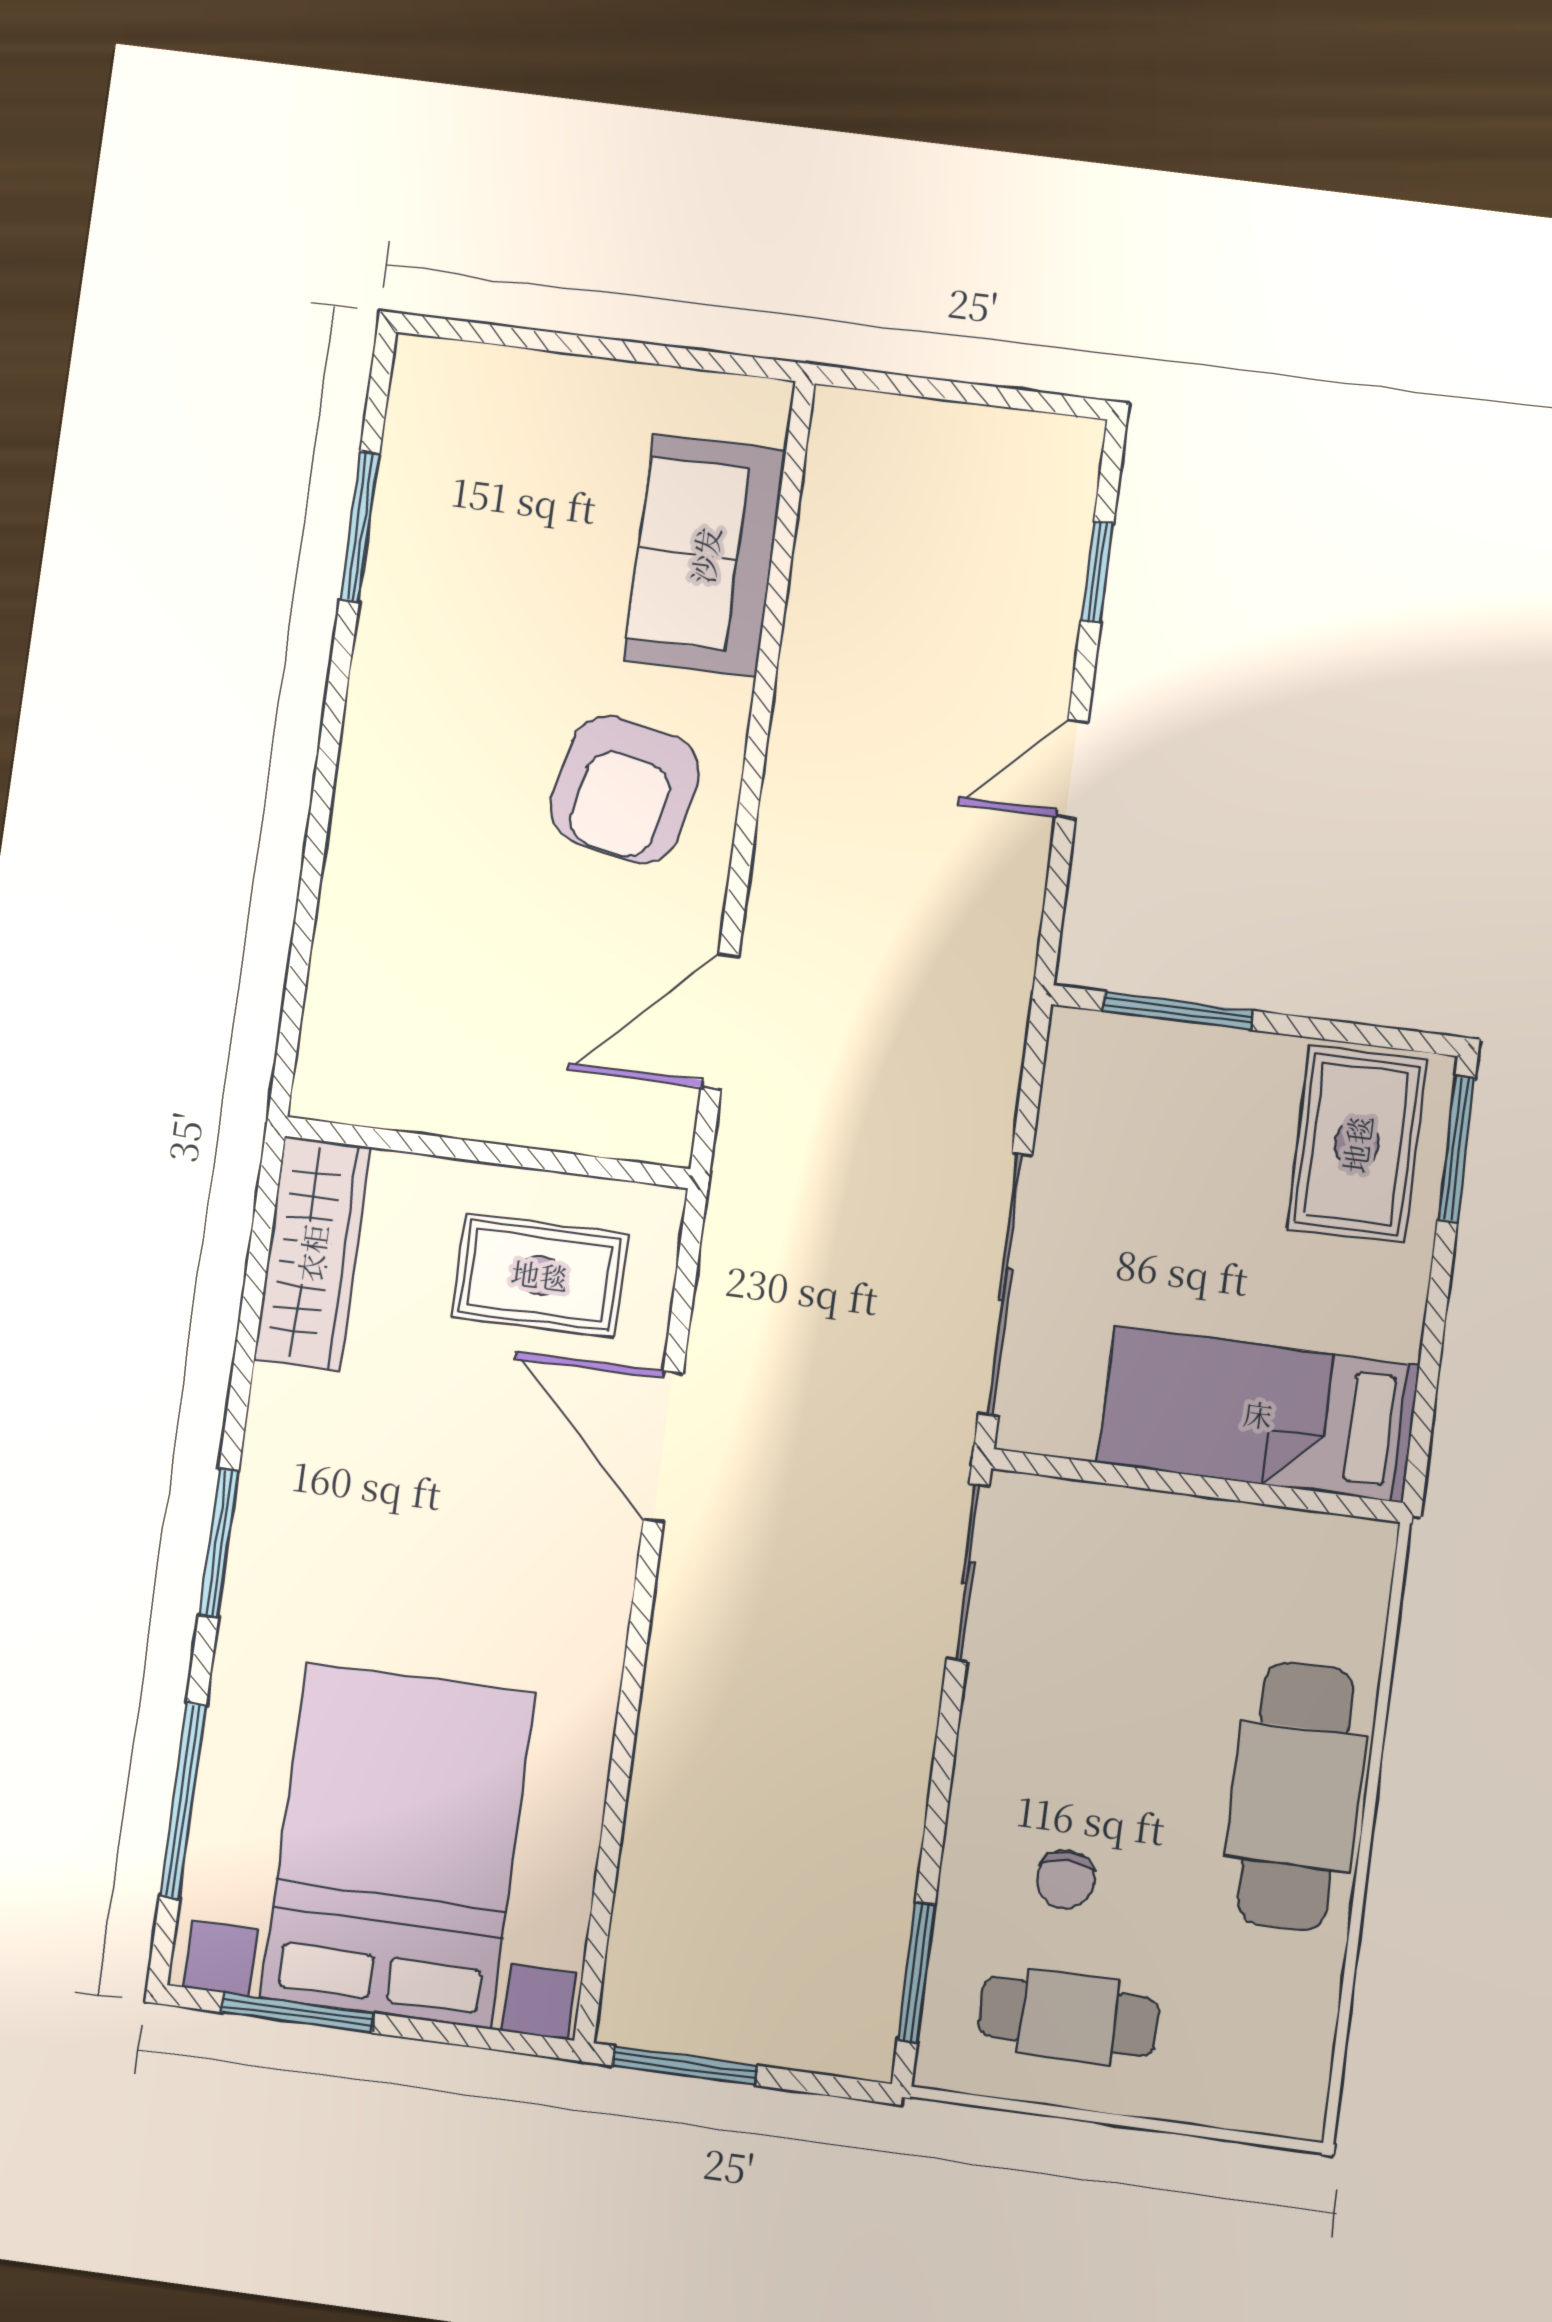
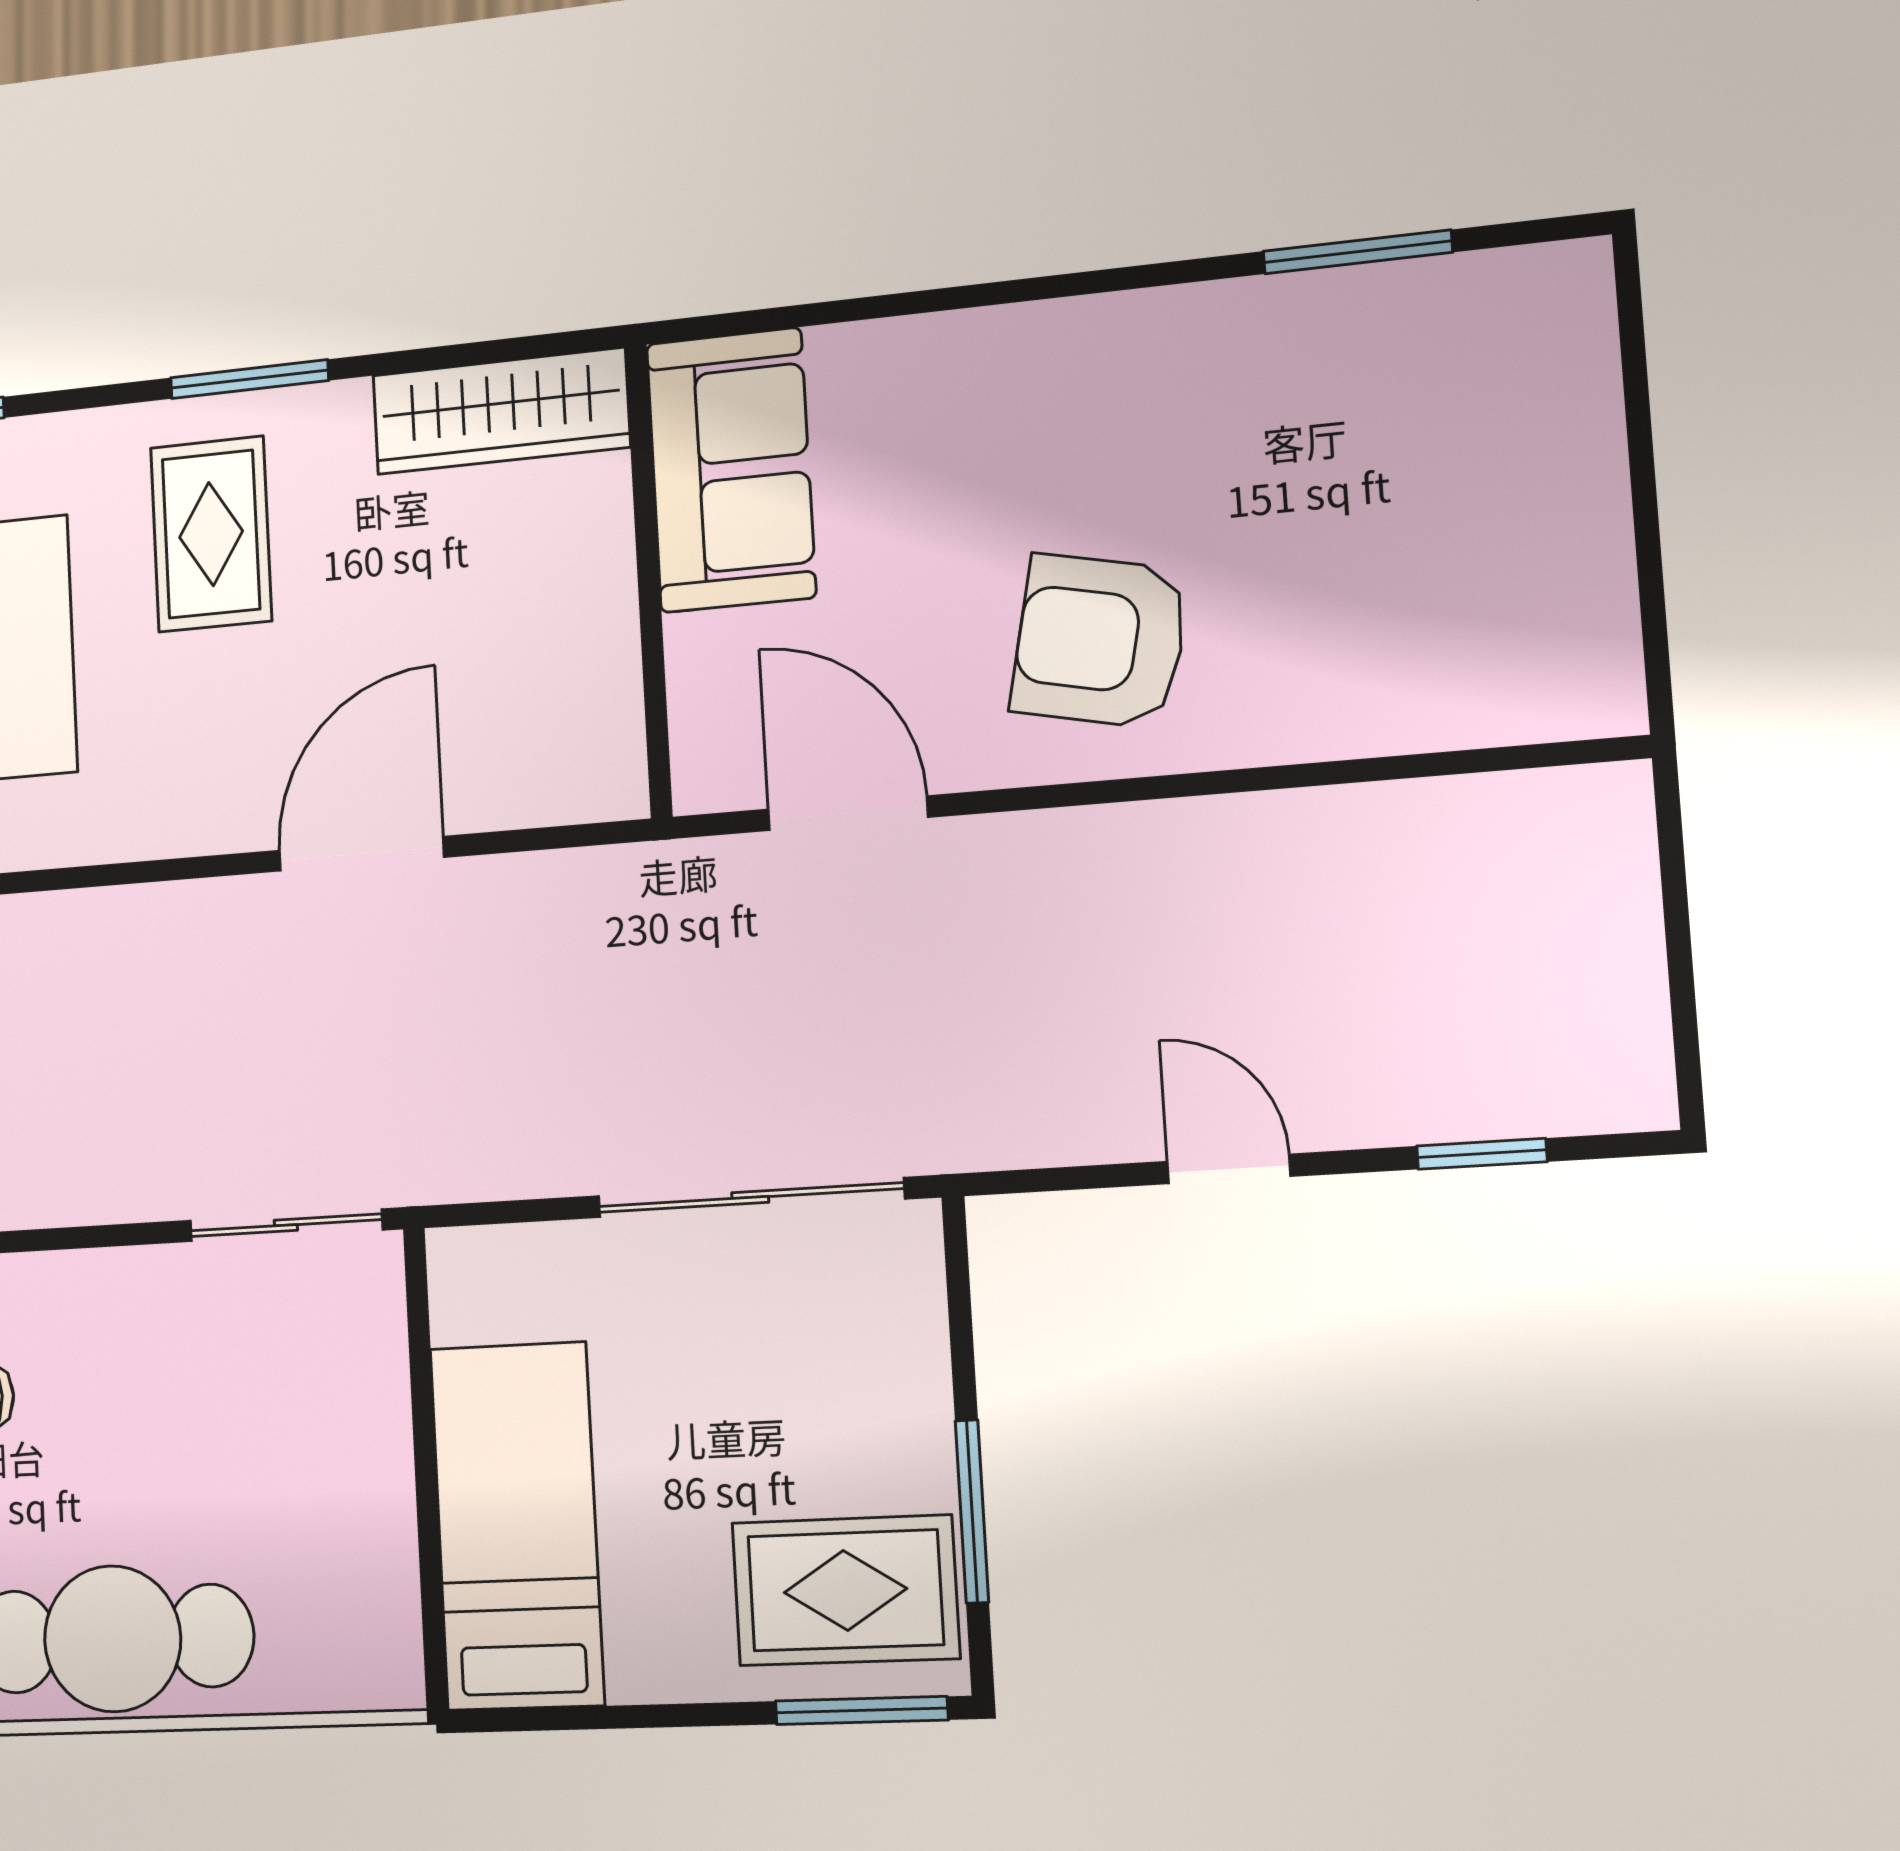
sofa: (705, 555) -> (731, 470), moved, turned 90
window: (1178, 1011) -> (972, 1511), moved
rug: (540, 1275) -> (211, 534), moved
sliding door: (1005, 1284) -> (750, 1198), moved
window: (219, 1543) -> (249, 379), moved

